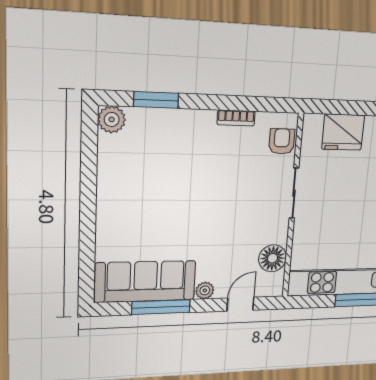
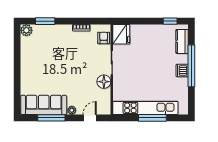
fridge: (343, 132) -> (121, 34), moved, turned -90
floor lamp: (273, 258) -> (104, 82), moved

